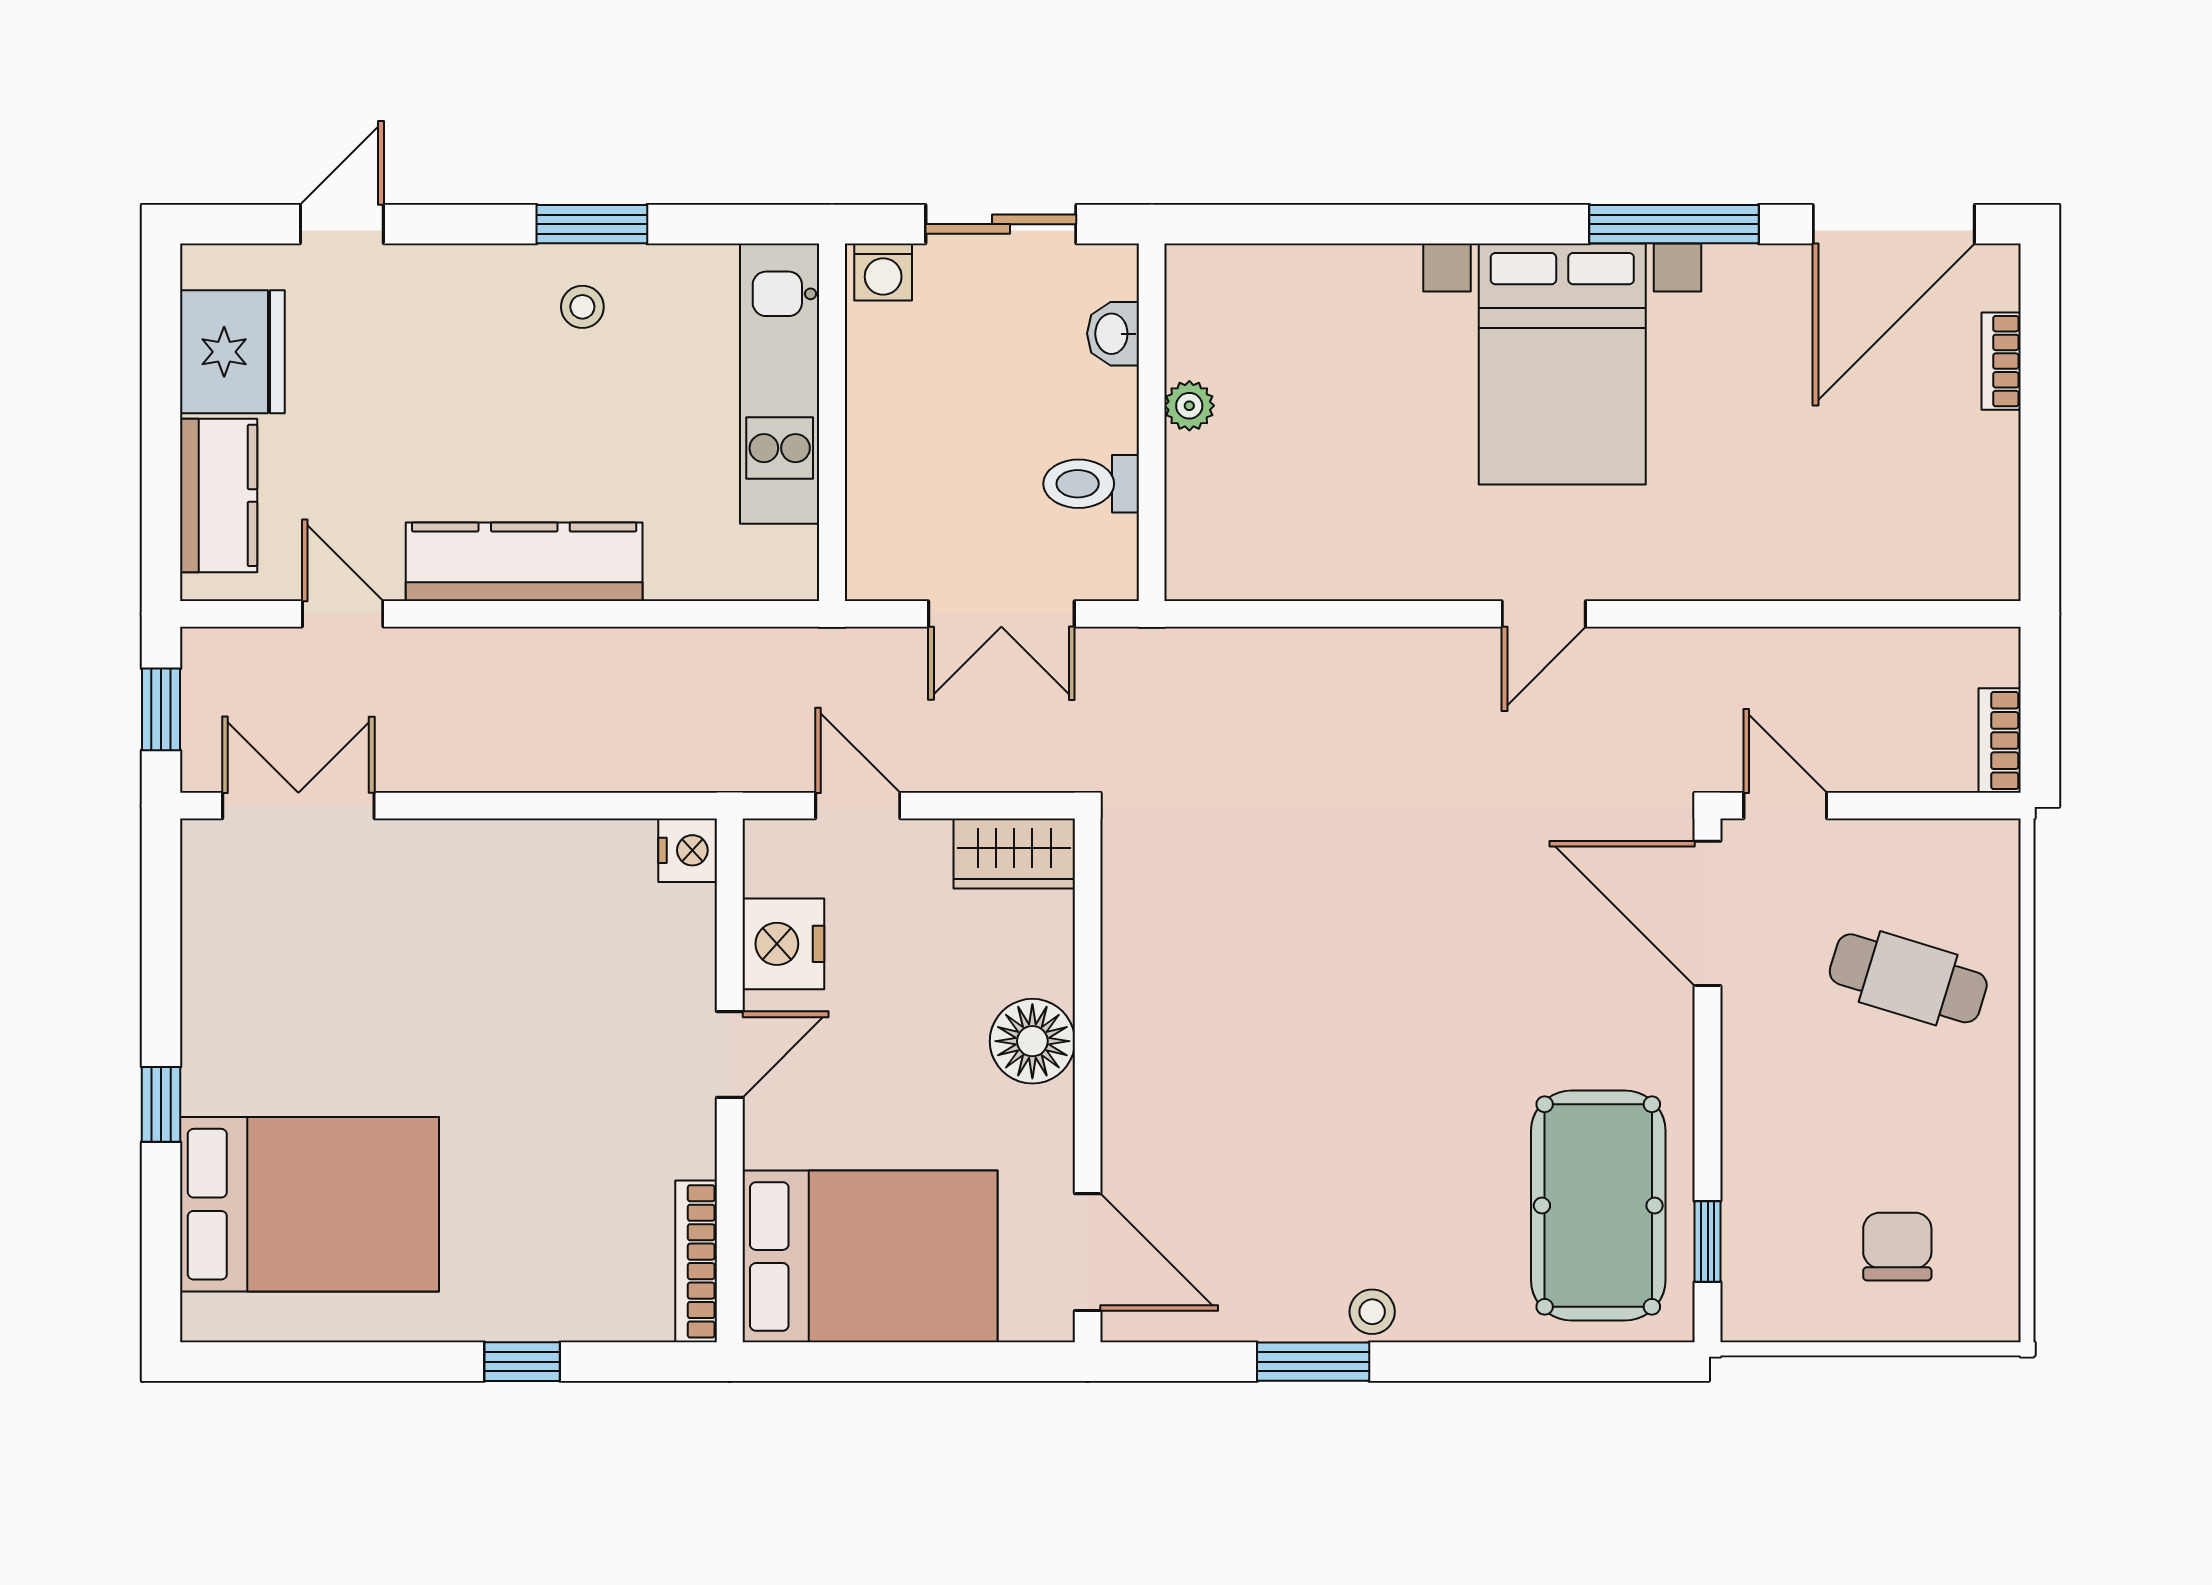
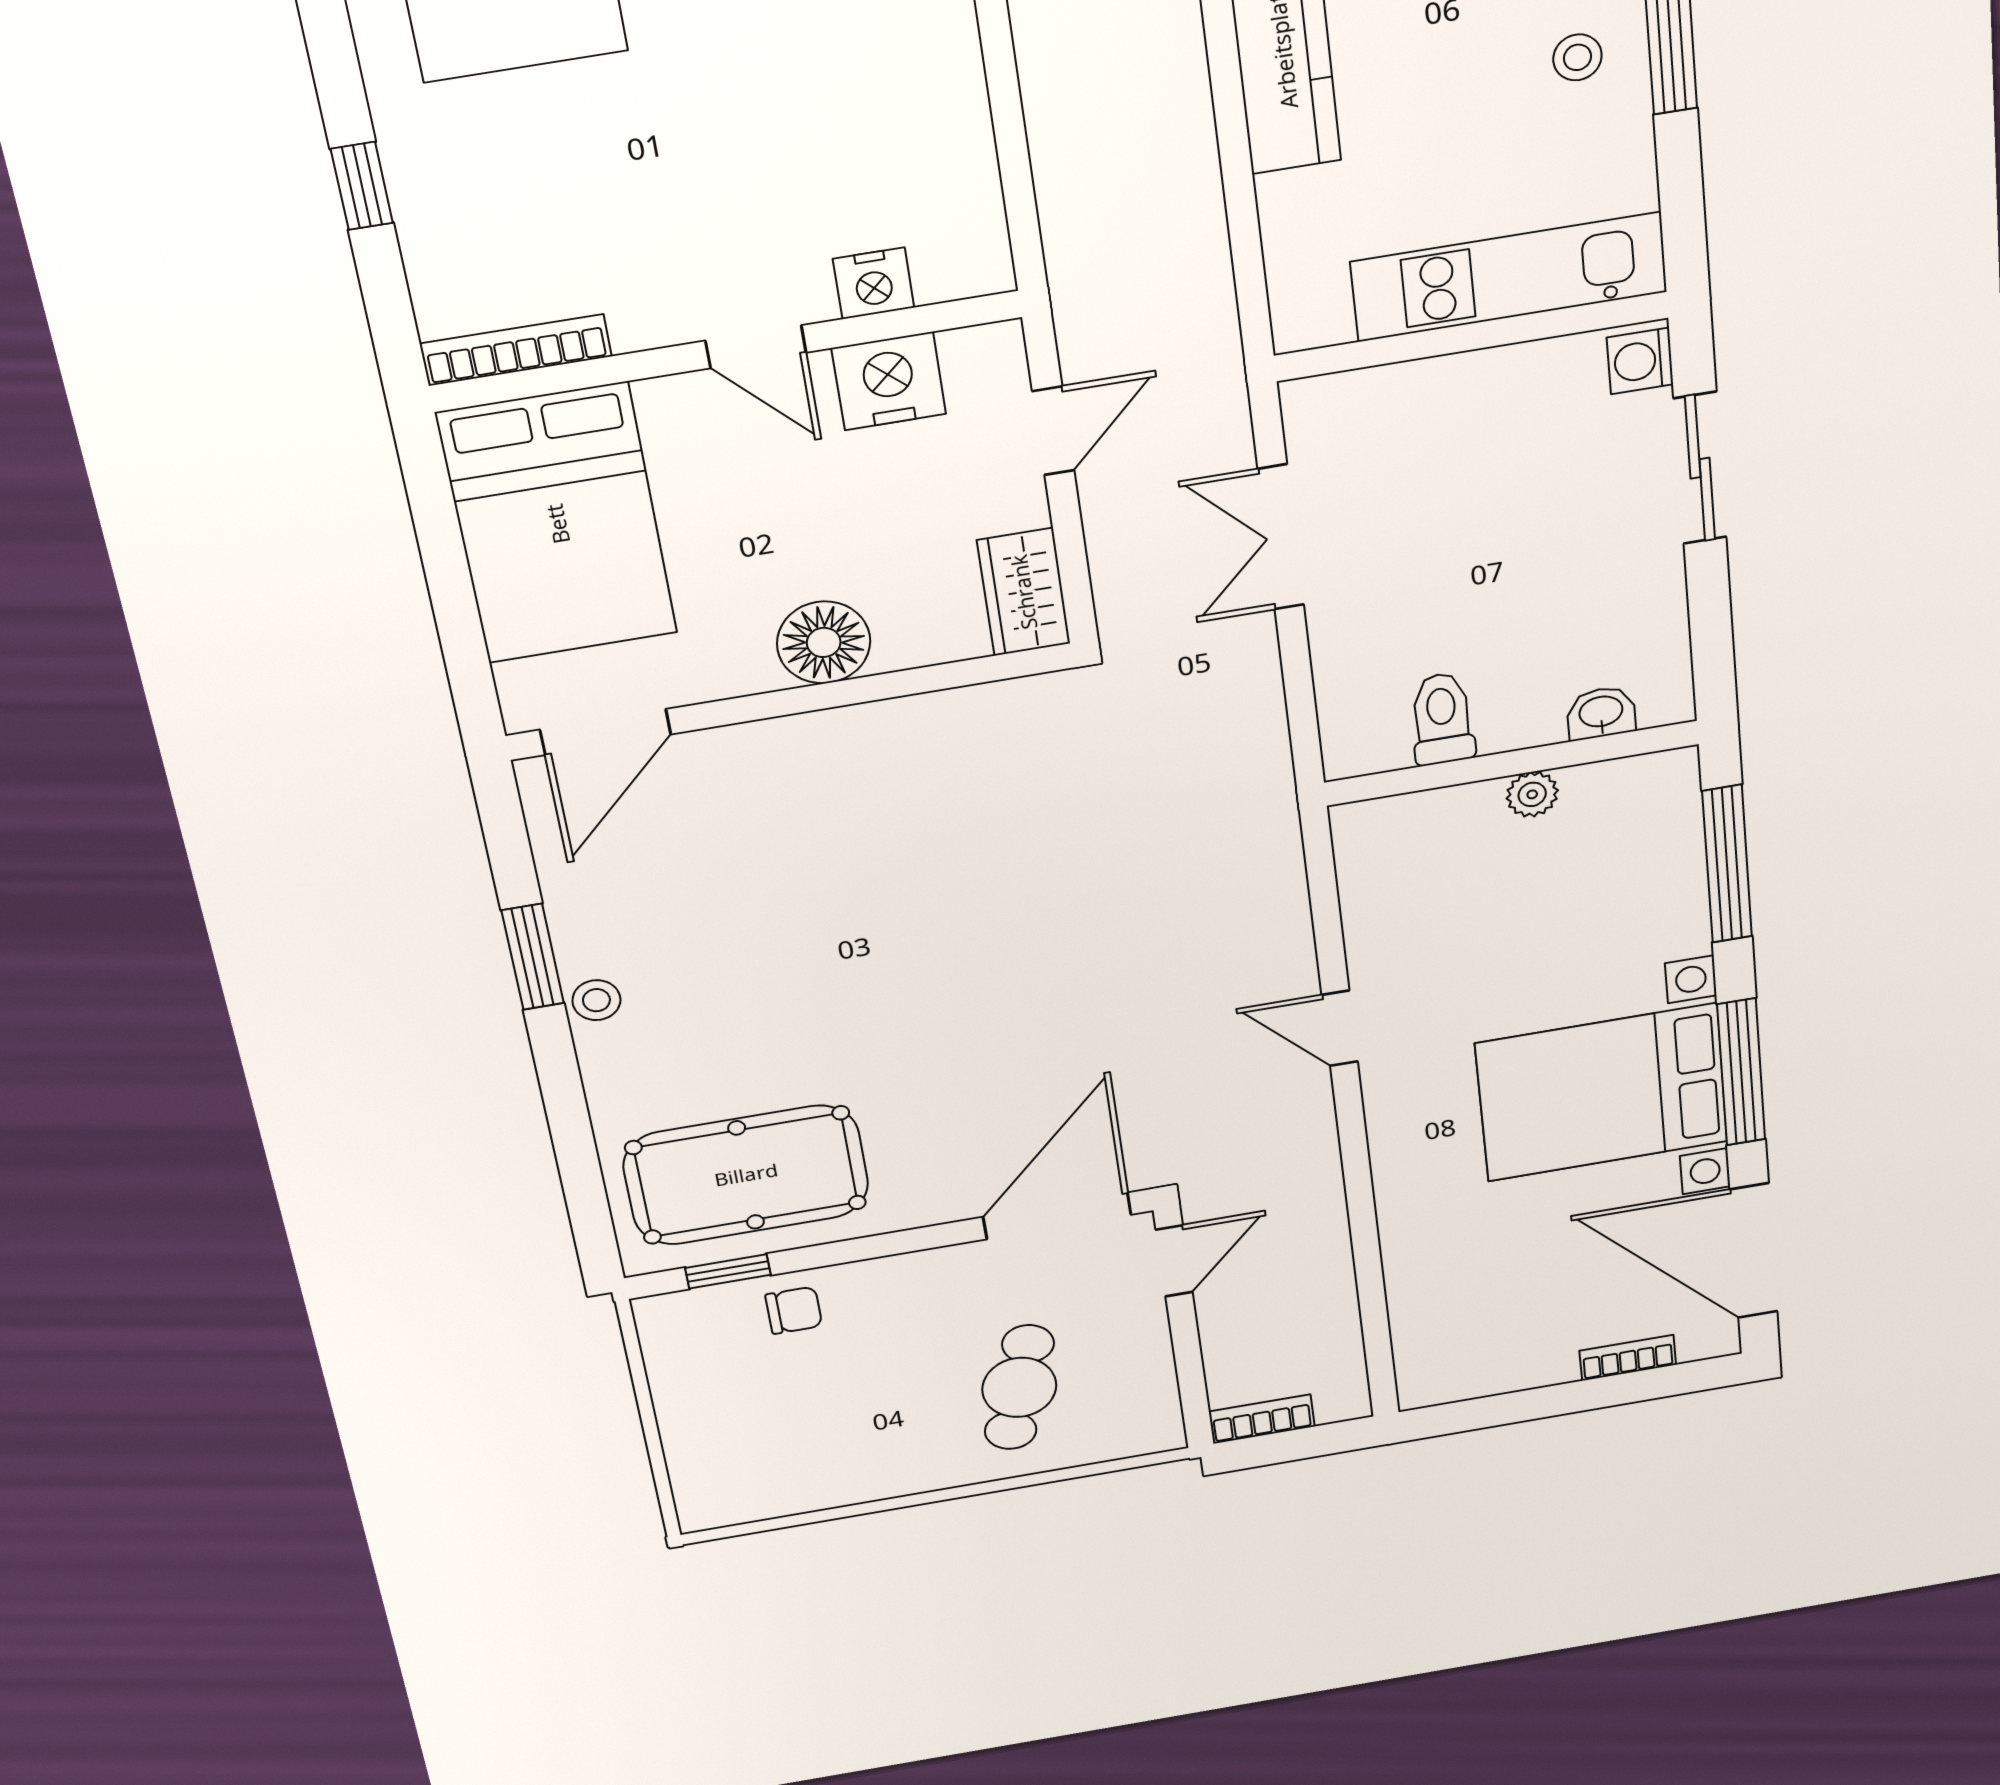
window: (1431, 224) -> (1727, 864), added
washbasin: (1113, 334) -> (1601, 713), moved
bed with nightstands: (1562, 364) -> (1602, 1093), moved
plant: (1189, 406) -> (1532, 794), moved
wall: (1152, 422) -> (1512, 763), moved
toilet: (1091, 484) -> (1442, 719), moved
nightstand: (688, 850) -> (874, 283), moved
chair: (1897, 1247) -> (794, 1310), moved, width x0.73, depth x0.73

